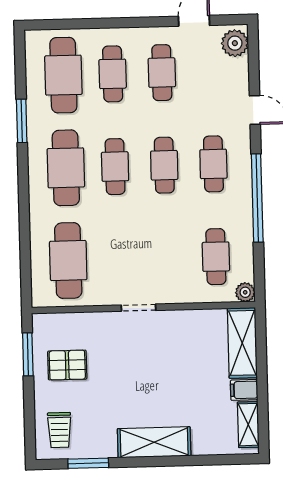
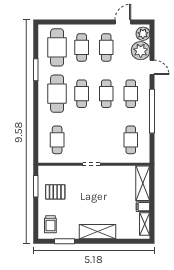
cafe table: (68, 260) -> (57, 140), width x0.73, depth x0.74
plant: (245, 292) -> (141, 51), moved, width x1.87, depth x1.87

